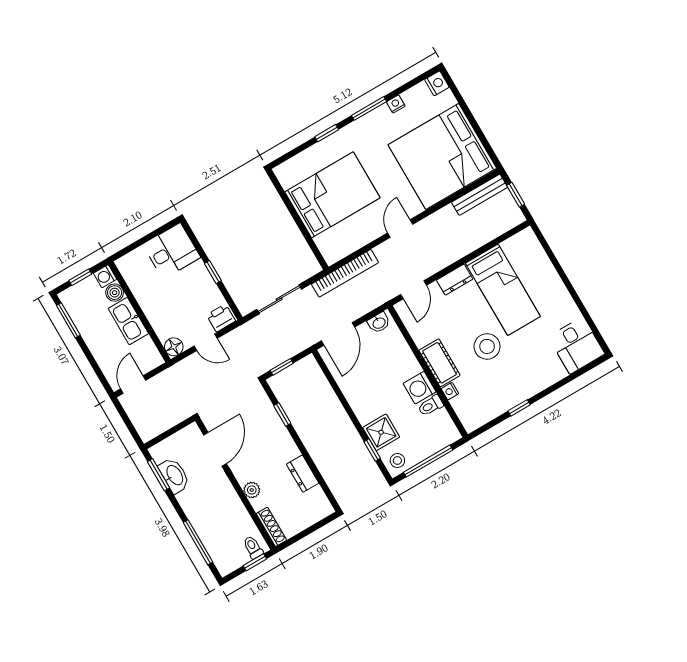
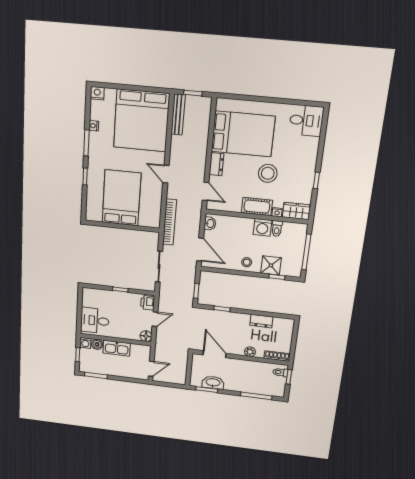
desk: (172, 251) -> (95, 321), moved, turned -90
bed: (503, 290) -> (243, 134), width x1.50
door: (133, 385) -> (151, 369), swing flipped
wardrobe: (468, 412) -> (296, 211), added
stool: (397, 461) -> (247, 262), moved

